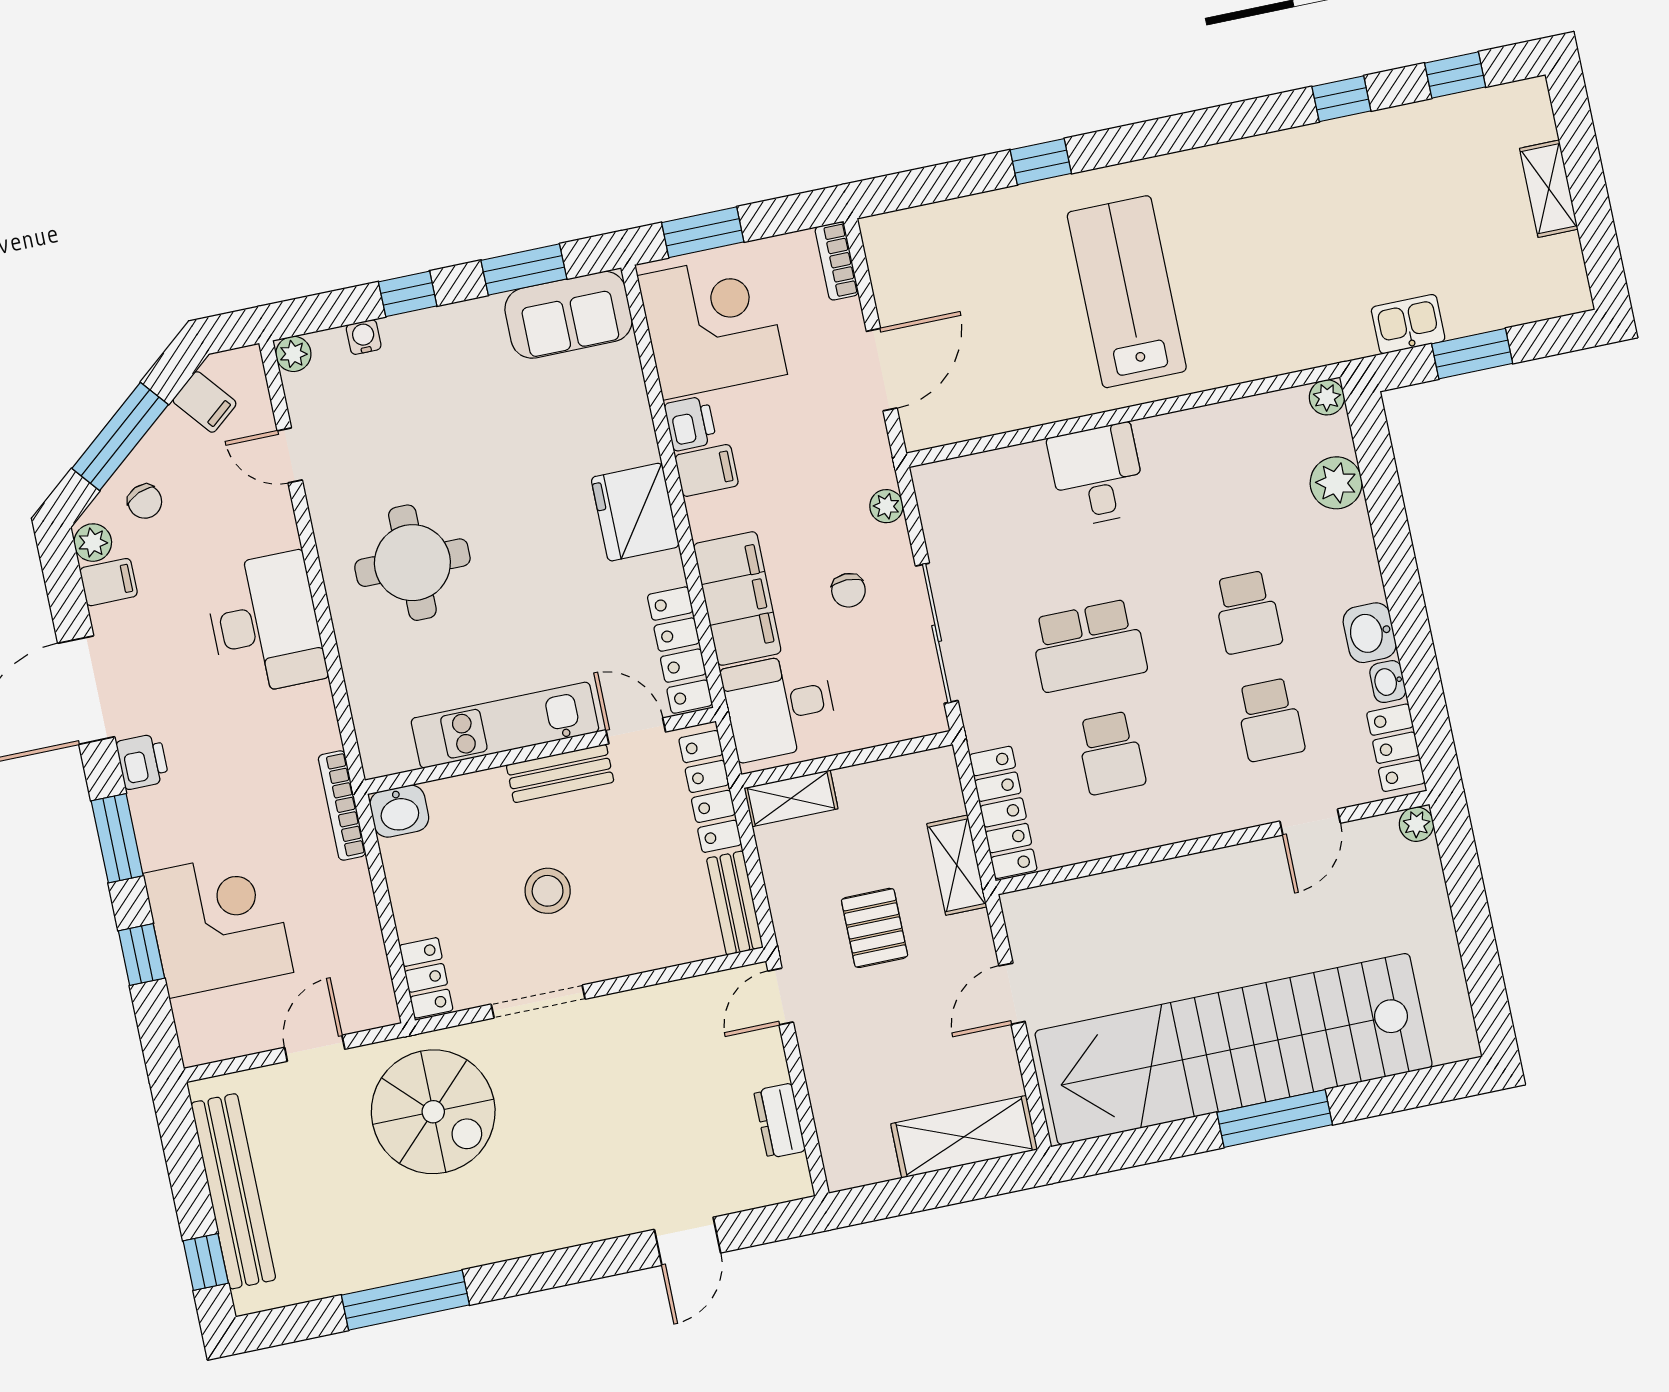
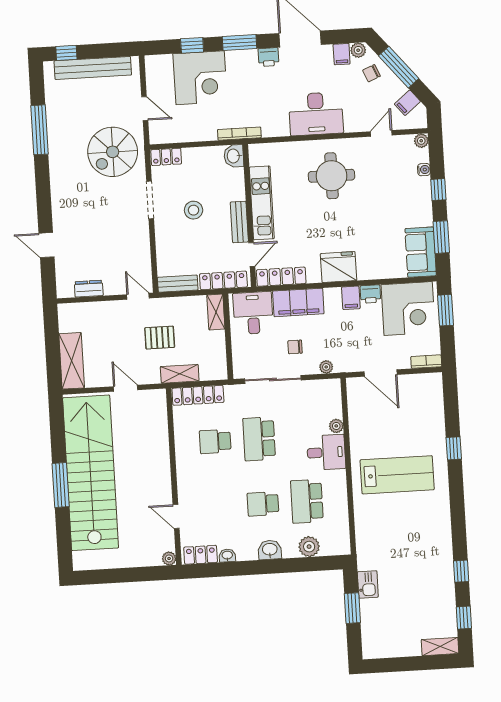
shelving: (1549, 189) -> (440, 647), moved
plant: (1327, 397) -> (336, 426), moved
washbasin: (1370, 633) -> (270, 550), moved
school desk: (1270, 720) -> (307, 501), moved, width x1.85

